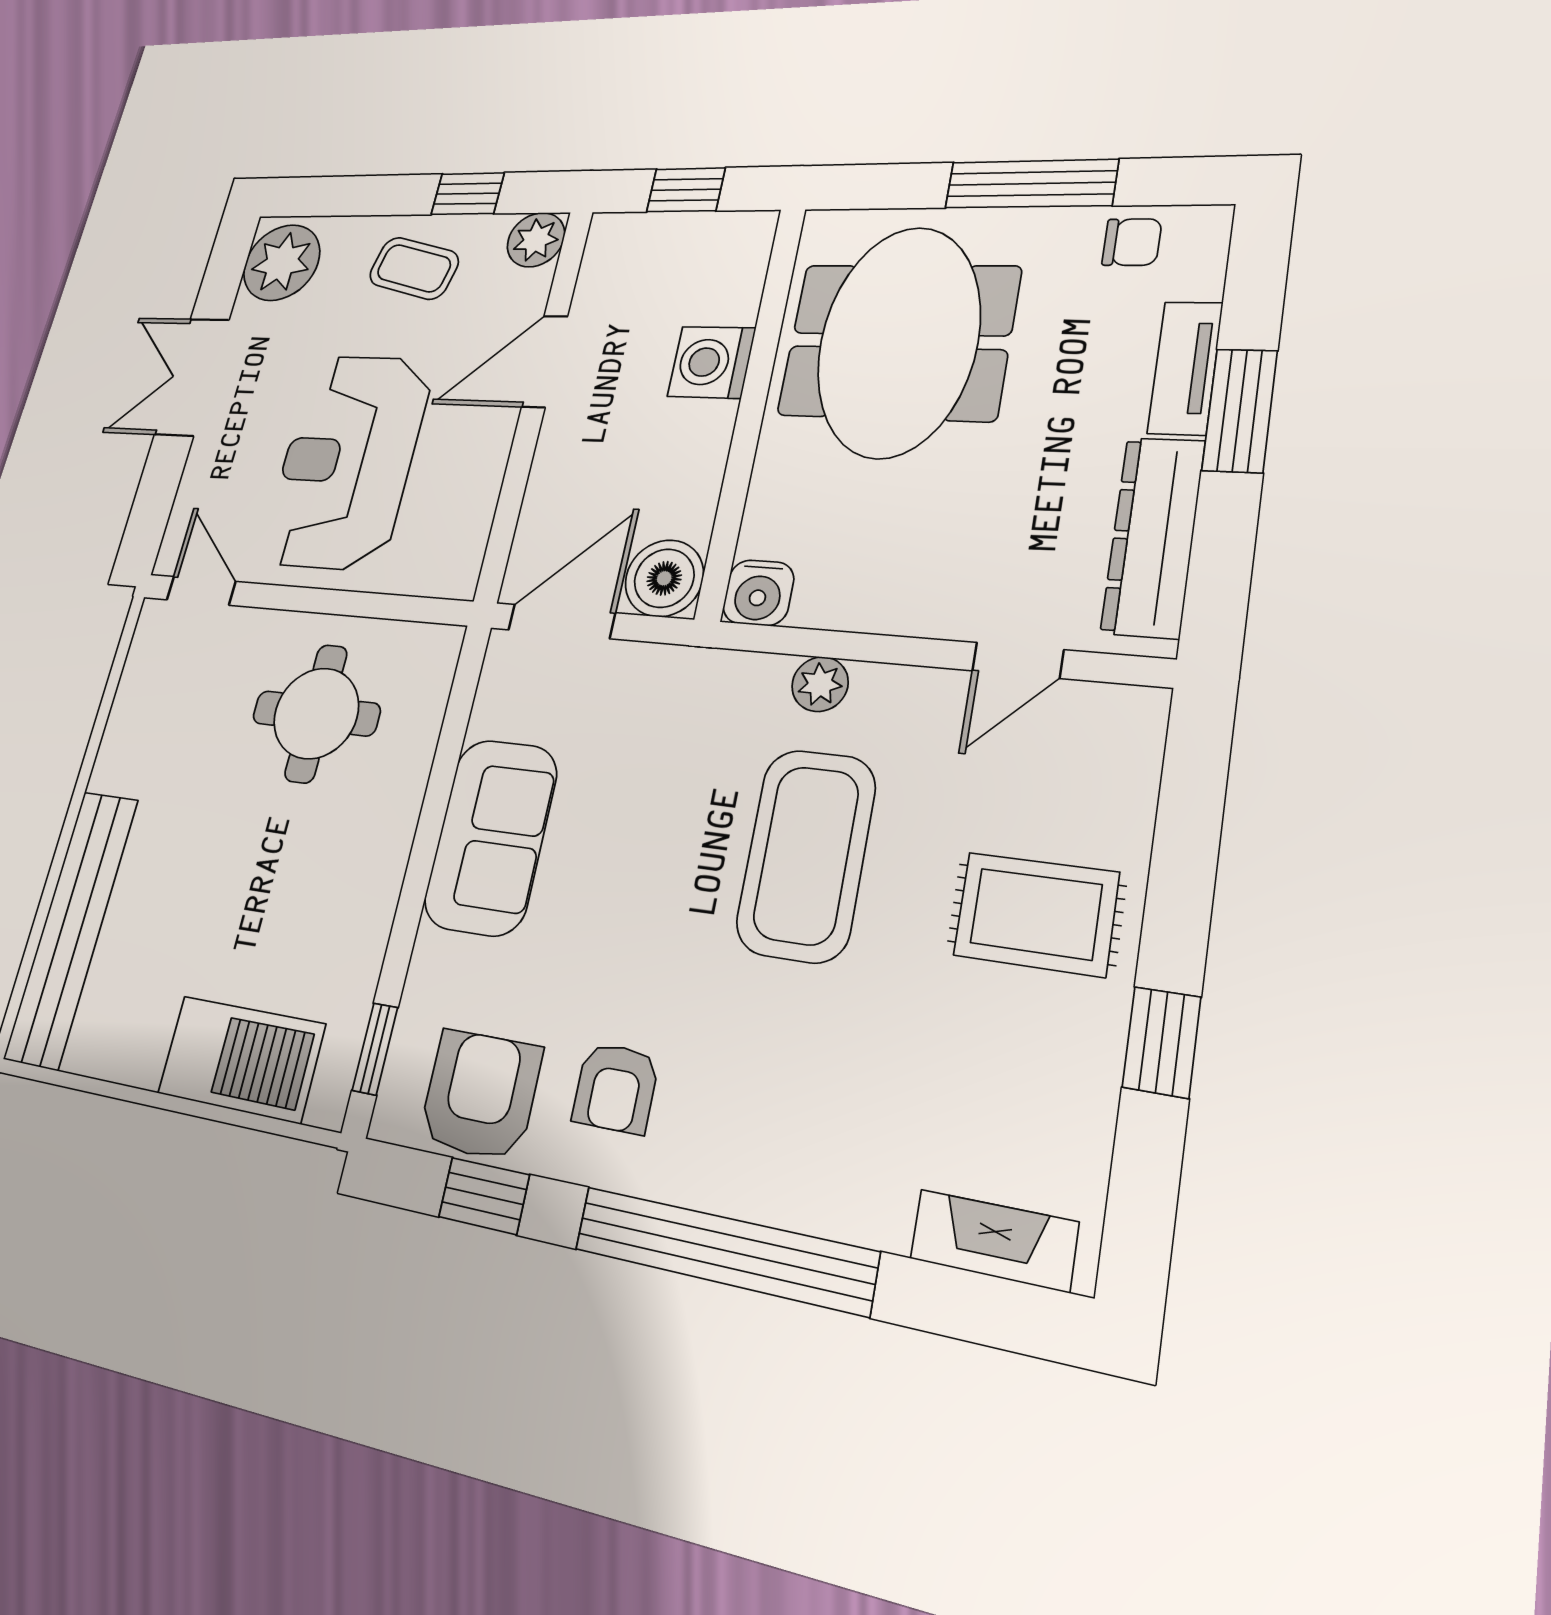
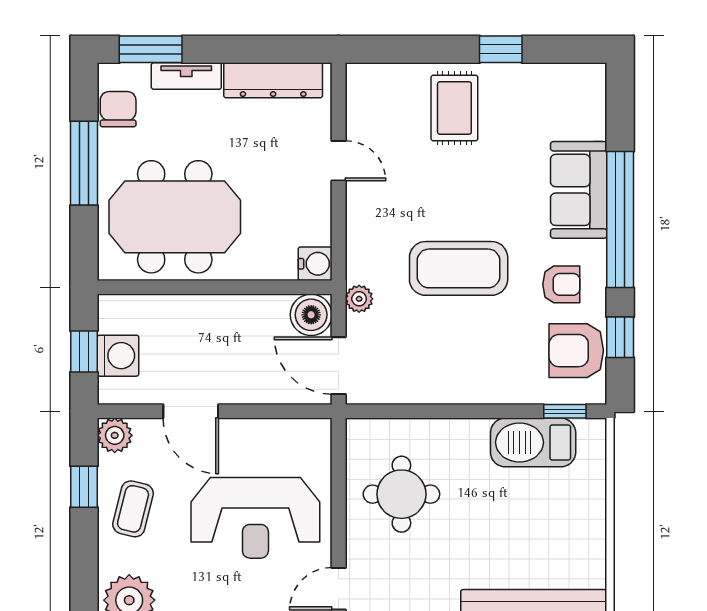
chair: (1132, 242) -> (118, 109), width x1.37, depth x1.37
washing machine: (712, 362) -> (118, 356), moved, turned -90
window: (1240, 410) -> (151, 49), moved
door: (1018, 660) -> (339, 161), moved
plant: (820, 684) -> (359, 299), moved
sofa: (491, 837) -> (579, 190), moved, turned -90
coffee table: (806, 855) -> (459, 268), moved
barbecue: (241, 1059) -> (533, 442), moved, turned -90
fireplace: (994, 1240) -> (593, 106), removed

